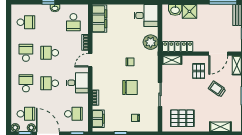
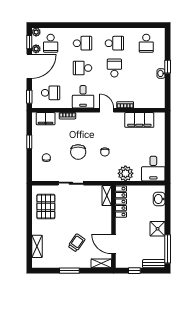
shower: (189, 11) -> (158, 229), moved
filing cabinet: (99, 19) -> (139, 120), moved
school desk: (73, 22) -> (146, 93), removed
pallet: (199, 71) -> (95, 223), removed
school desk: (50, 83) -> (83, 68), turned -90
school desk: (73, 114) -> (51, 93), turned -90

